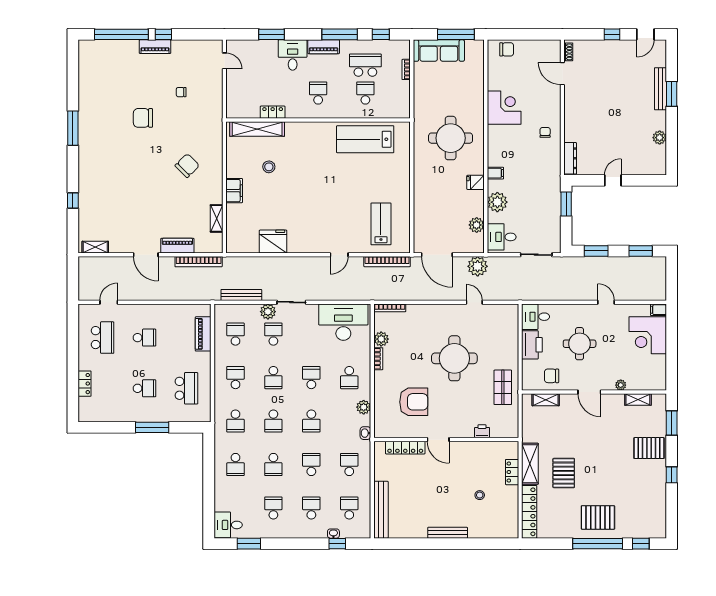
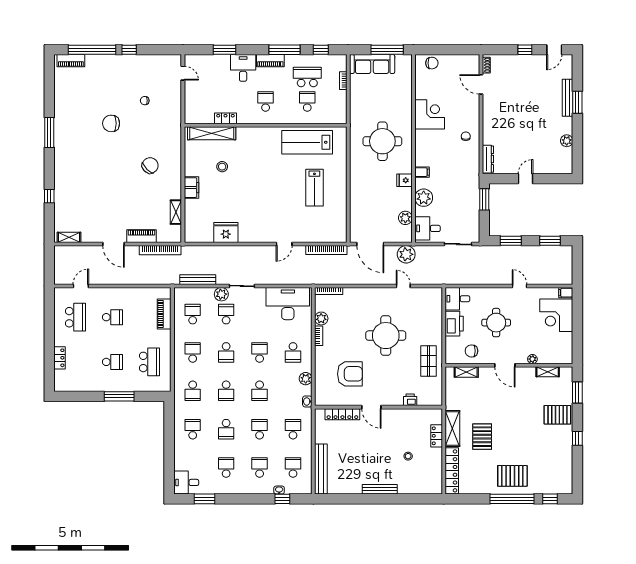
piano: (155, 47) -> (71, 61), moved
lab bench: (381, 224) -> (314, 188), moved, turned 180
school desk: (235, 465) -> (193, 429), turned 180

